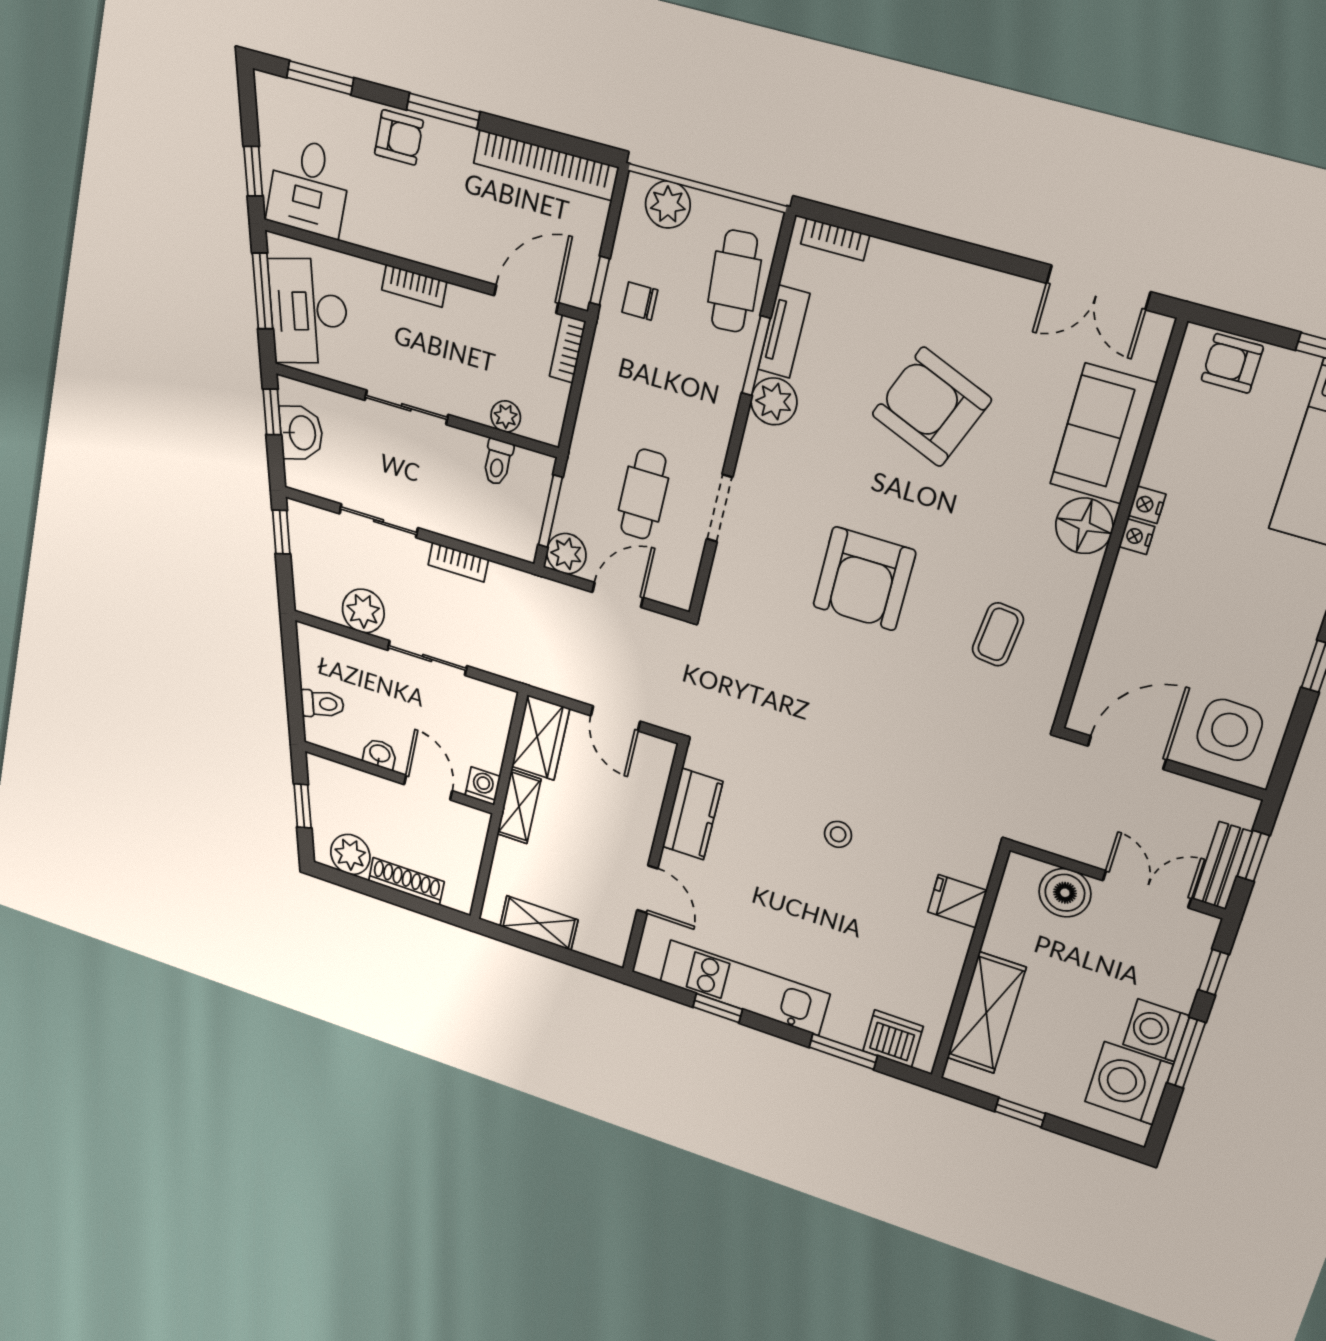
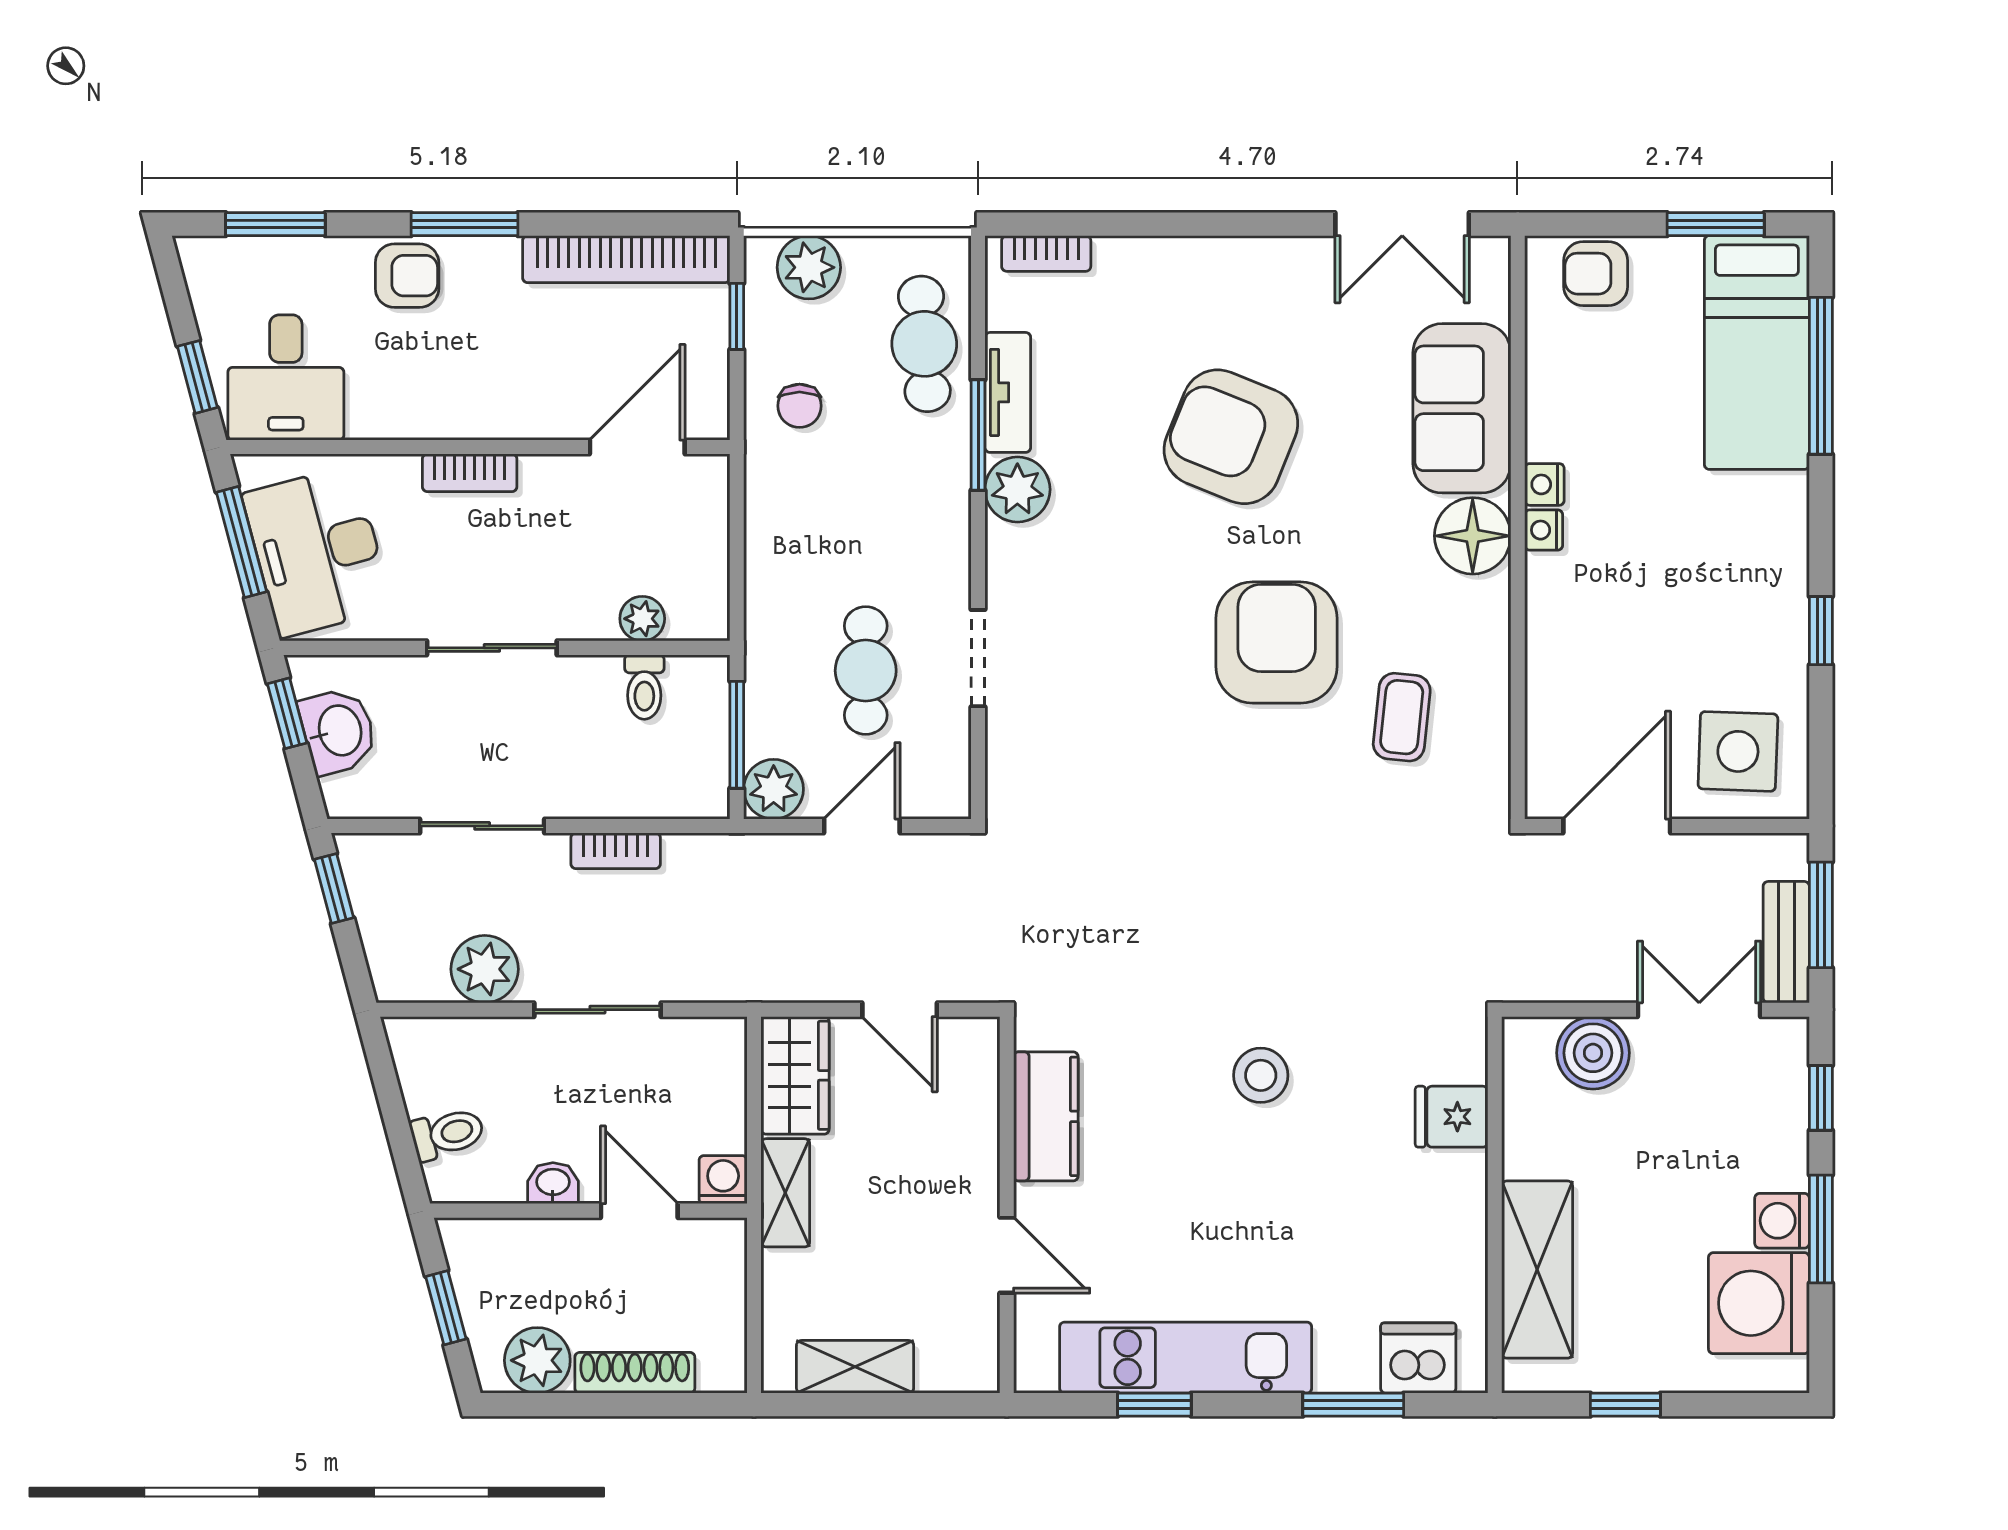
window: (600, 281) -> (737, 316), moved
chair: (640, 301) -> (800, 406), turned -90
bookcase: (568, 349) -> (712, 499), removed
armchair: (864, 579) -> (1277, 642), moved, turned 180
stool: (838, 834) -> (1261, 1075), width x1.37, depth x1.37
window: (1253, 856) -> (1821, 915), width x1.50
washing machine: (1156, 1030) -> (1782, 1221), width x0.73, depth x0.73

